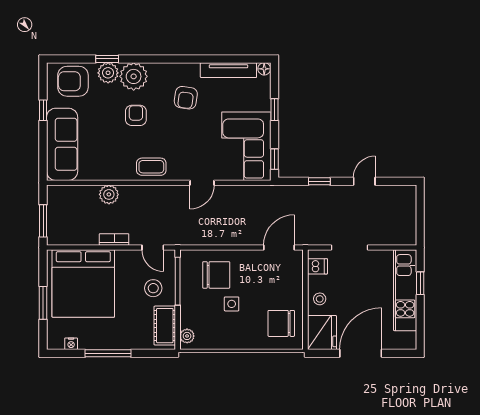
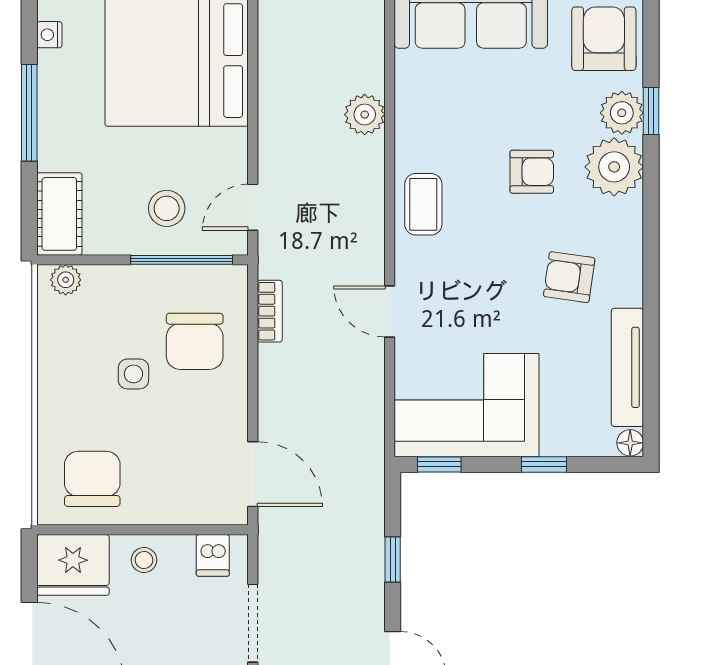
bookcase: (114, 239) -> (270, 311), moved
cot: (165, 326) -> (59, 214), moved, turned 90

